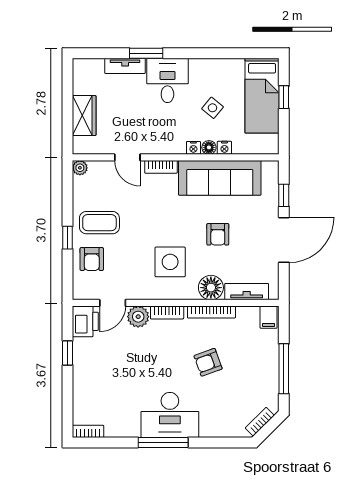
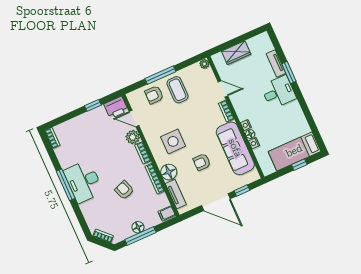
side table: (212, 108) -> (274, 126), removed
door: (127, 157) -> (223, 89), swing flipped
window: (68, 238) -> (160, 75), width x2.17
floor lamp: (270, 367) -> (138, 227), added

